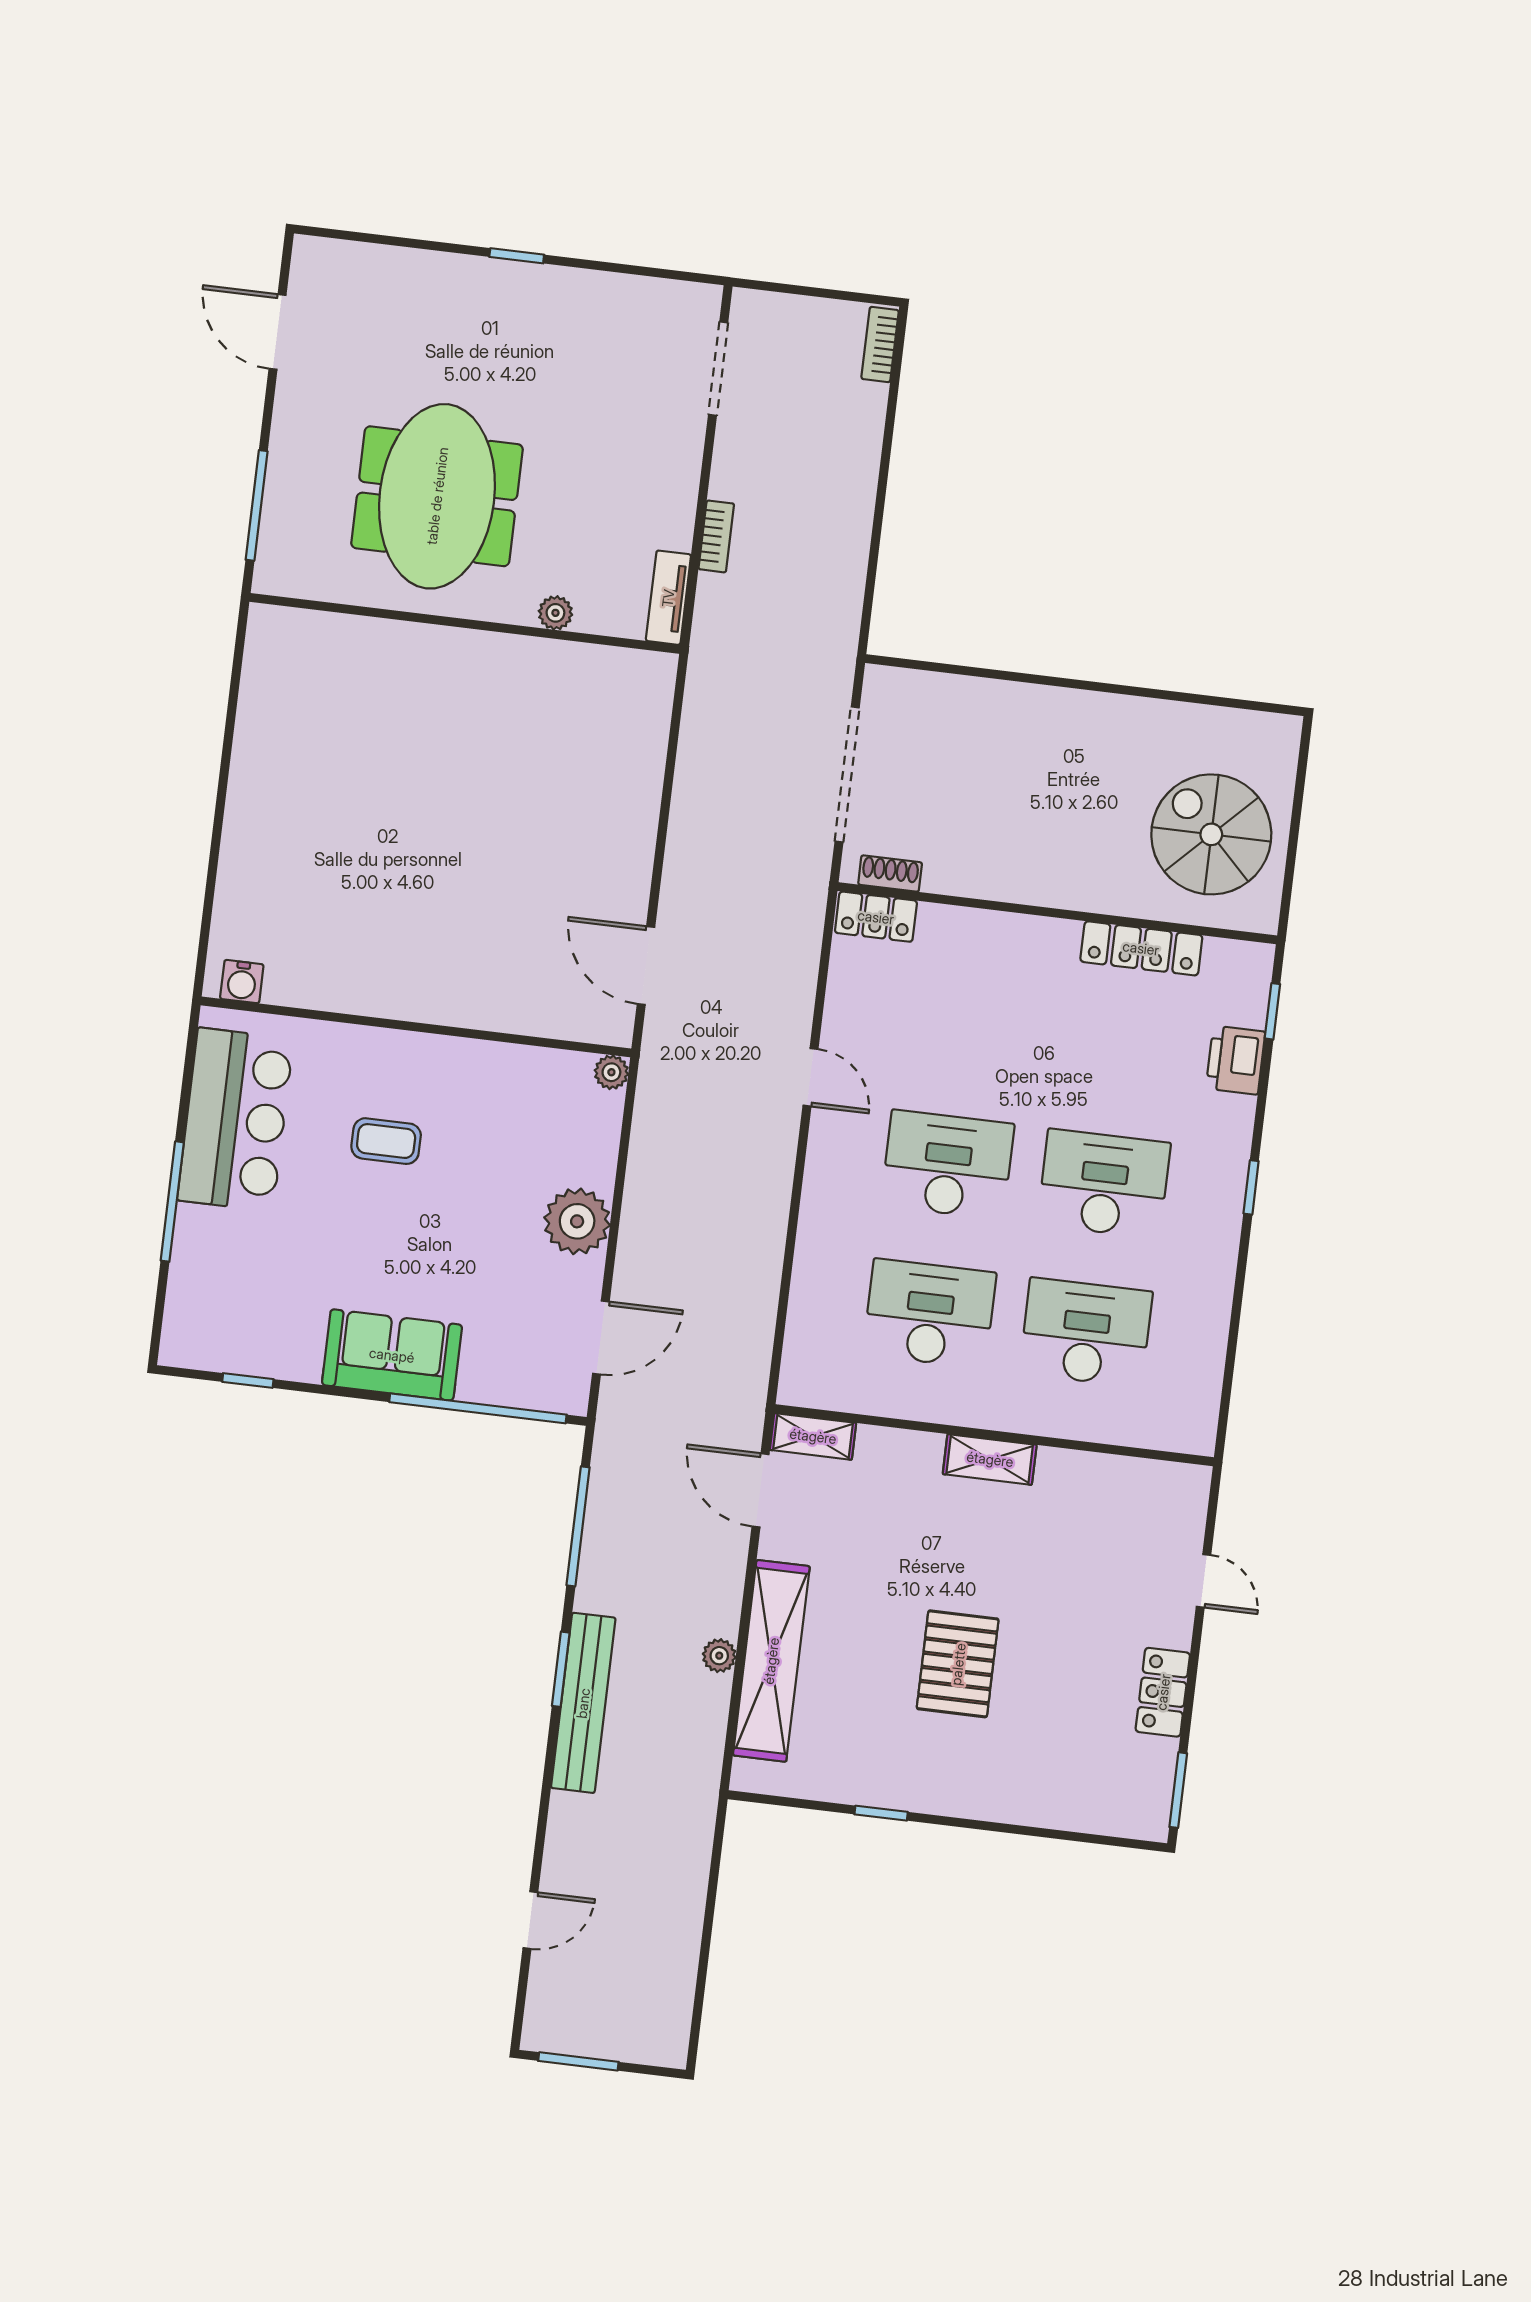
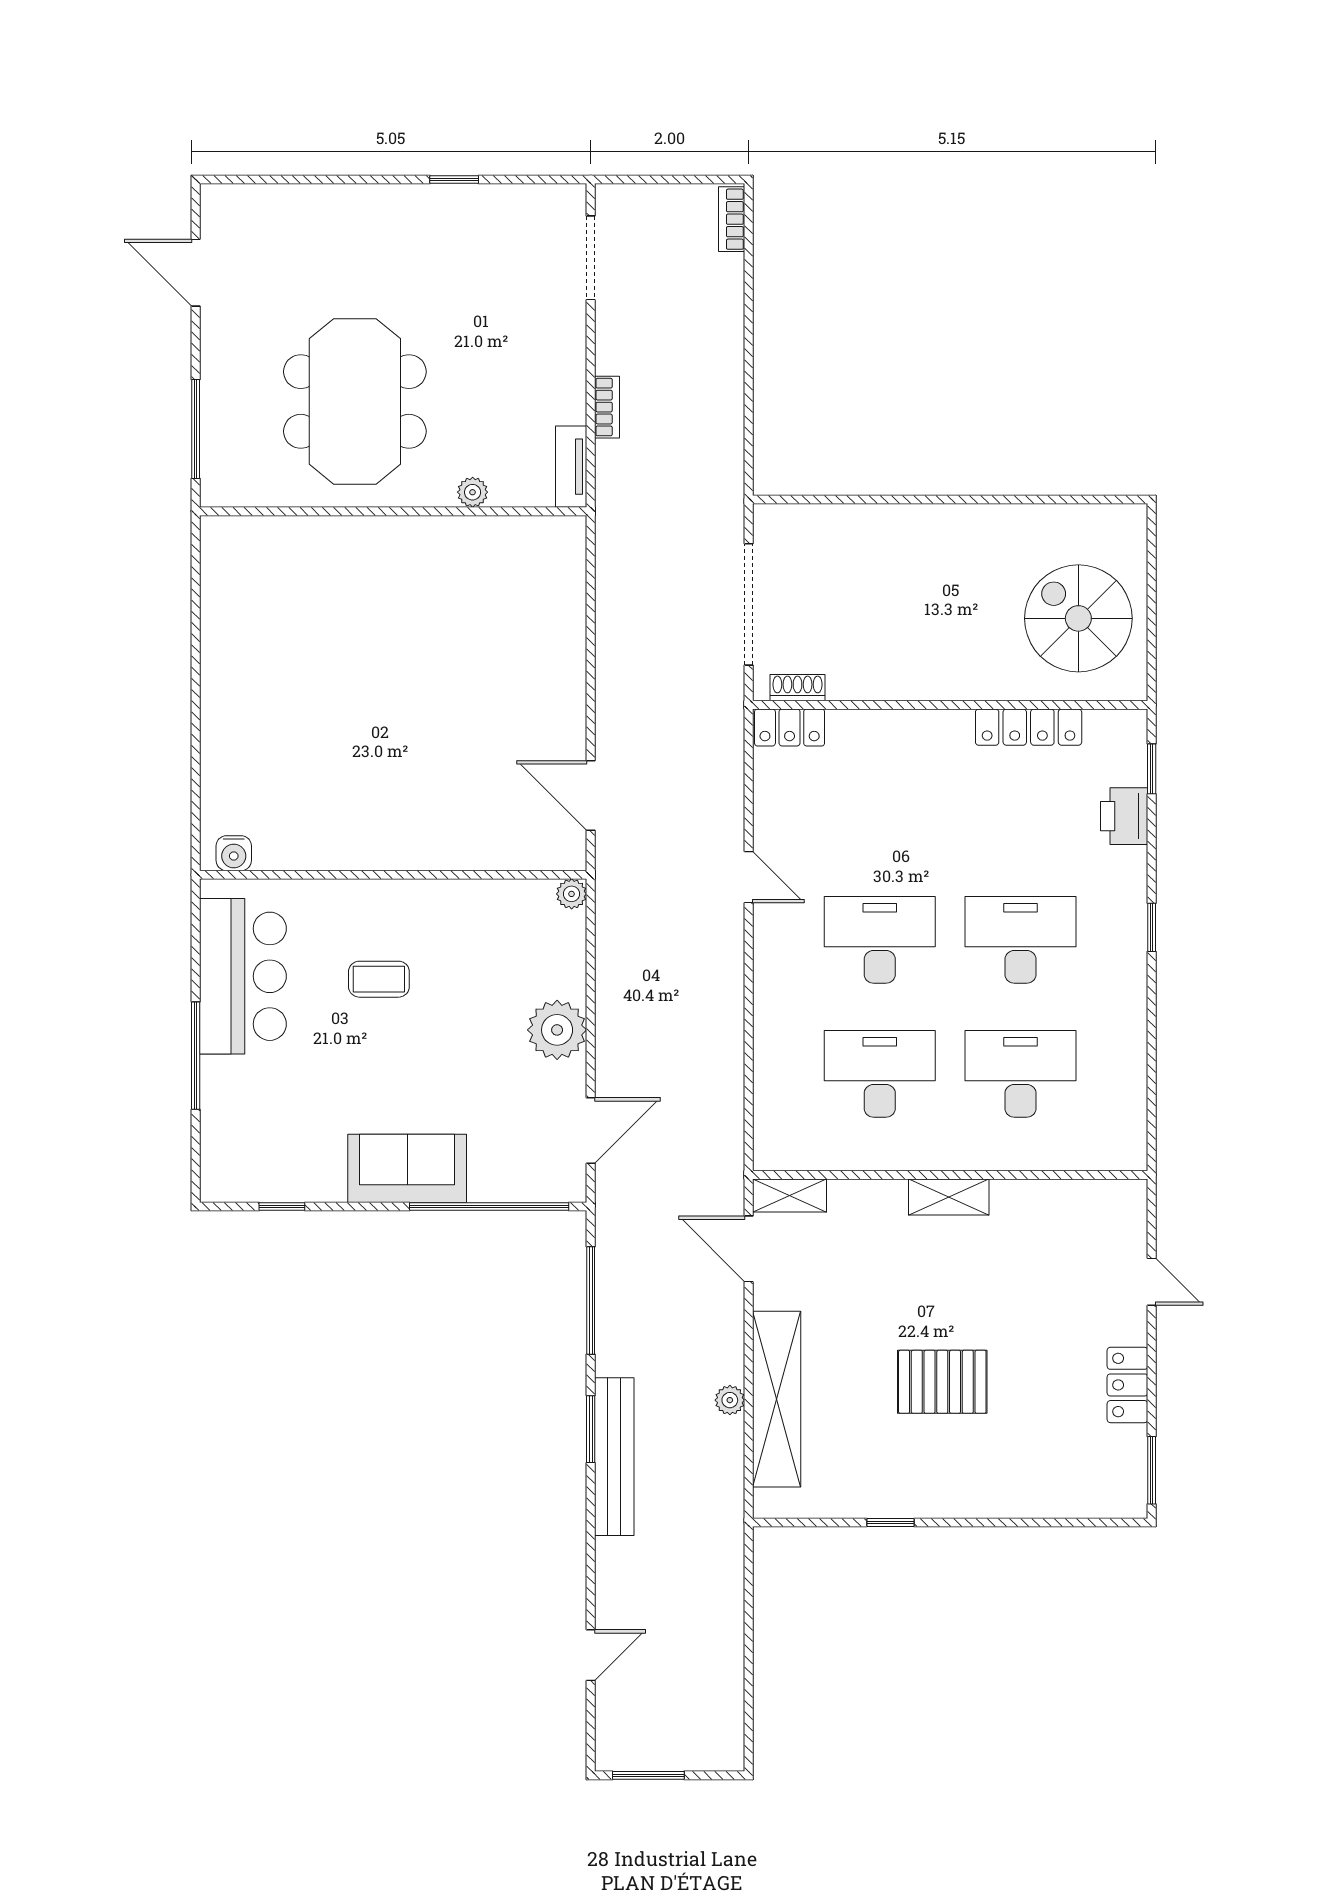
window: (517, 256) -> (454, 180), moved
pallet: (958, 1664) -> (942, 1382), turned 90

